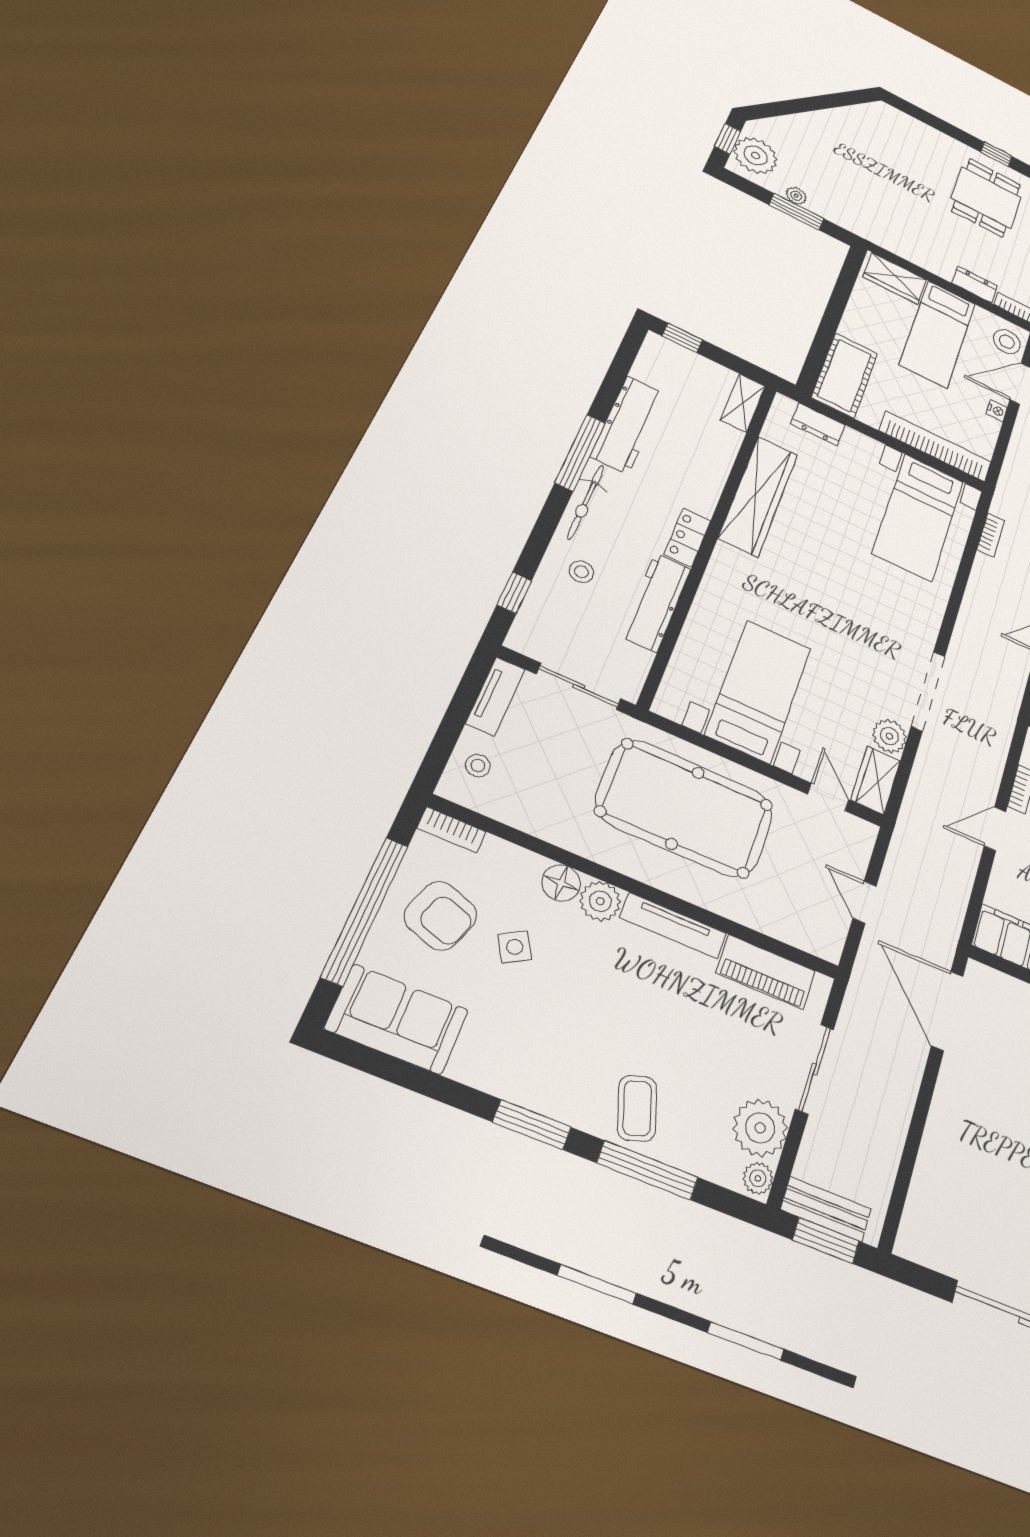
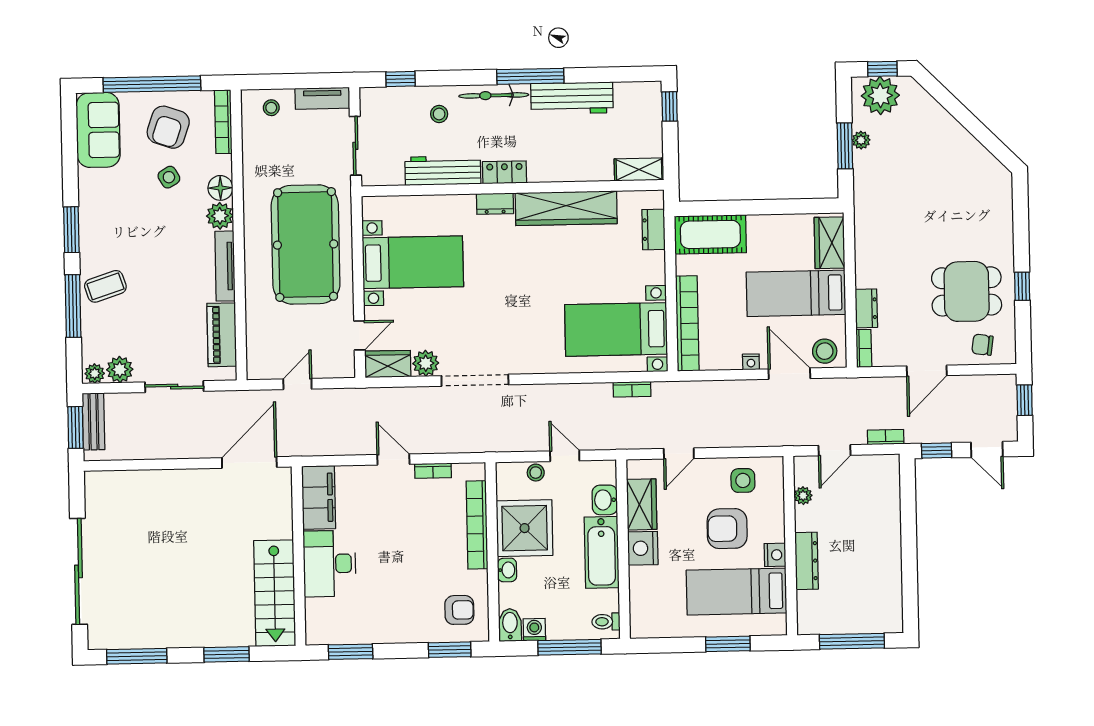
dresser: (722, 566) -> (495, 204), added
bookcase: (451, 830) -> (223, 122), width x1.56
plant: (760, 1128) -> (120, 370), width x0.73, depth x0.73

